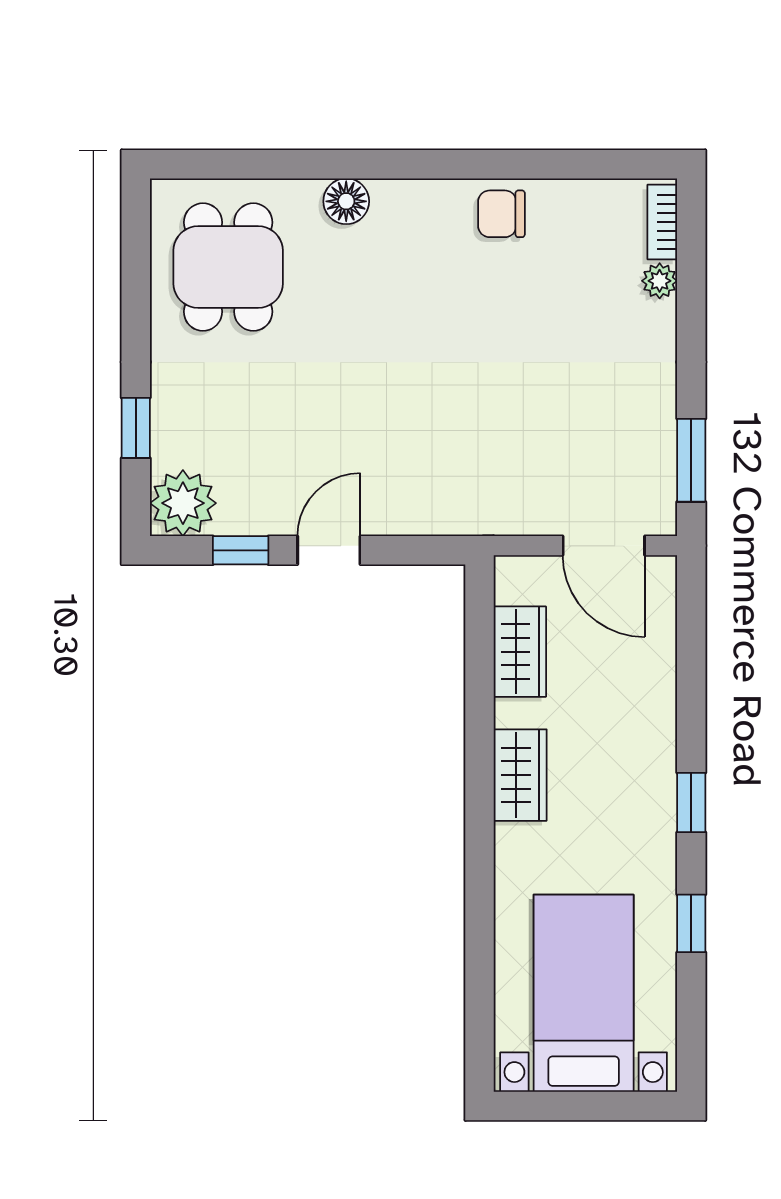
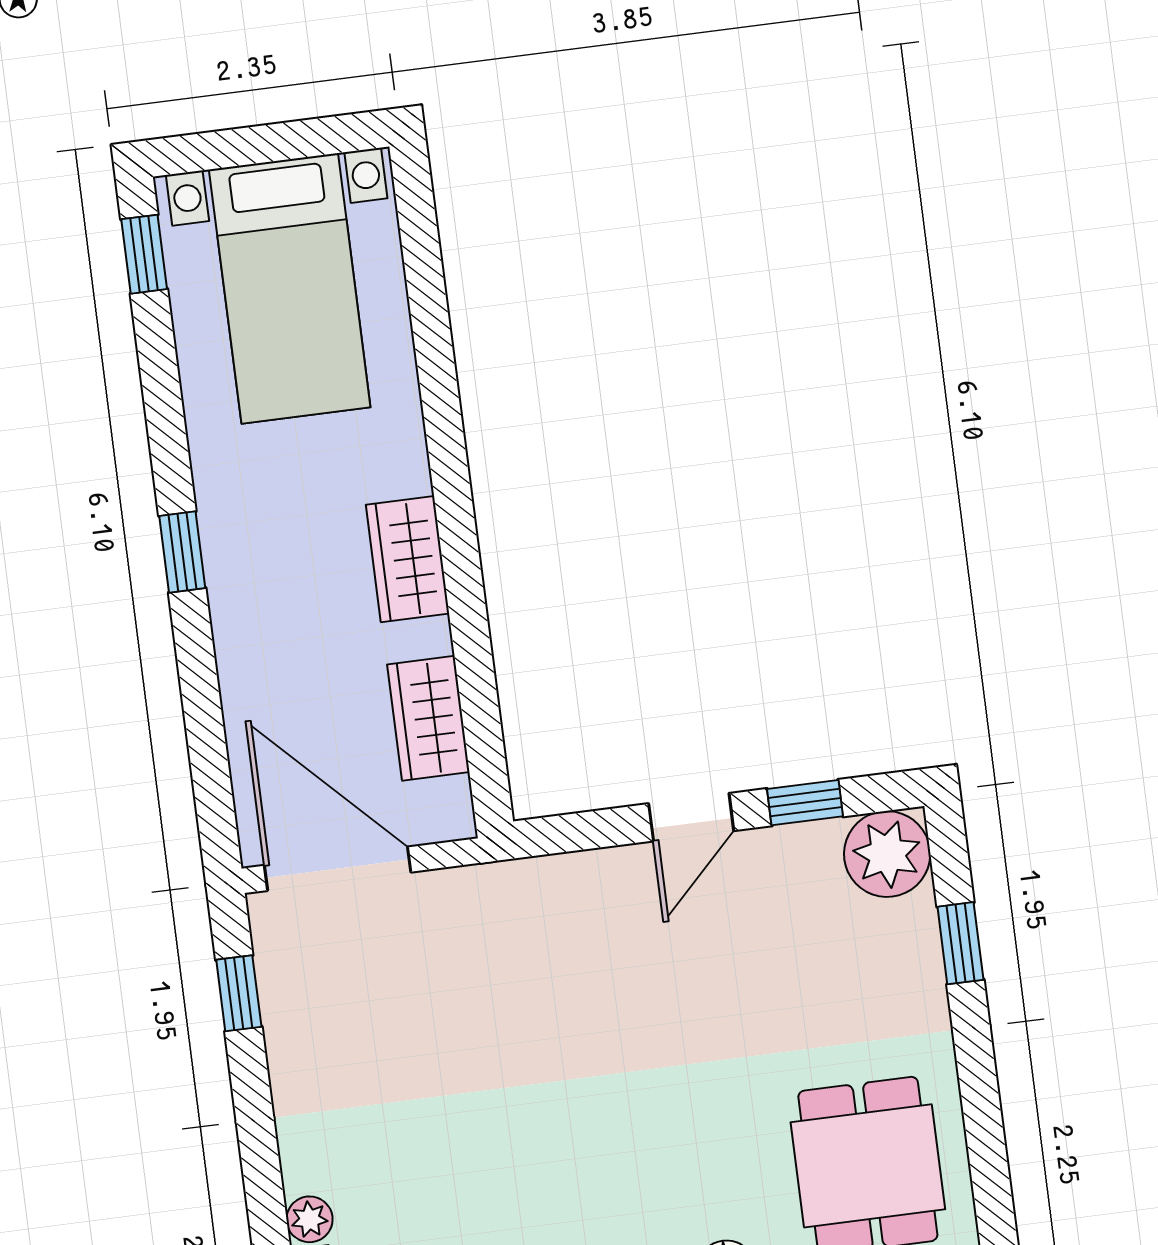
window: (691, 460) -> (239, 993), width x0.67
door: (604, 546) -> (338, 869), width x1.36
window: (691, 923) -> (144, 254), moved

